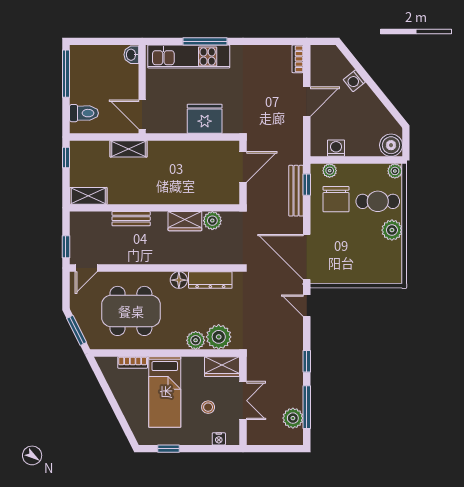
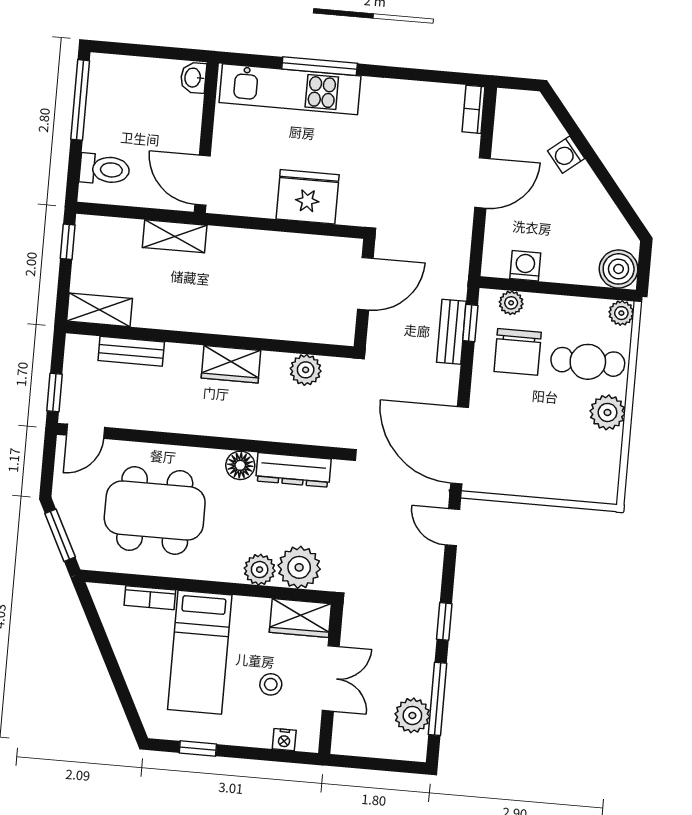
bench: (296, 191) -> (451, 332), width x0.73
bench: (131, 219) -> (131, 351), moved
wardrobe: (185, 221) -> (231, 364), moved

